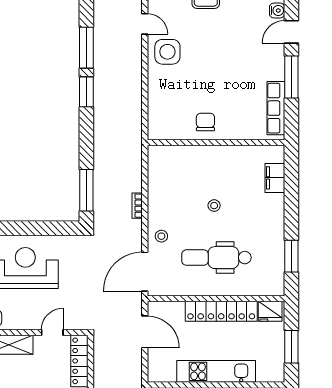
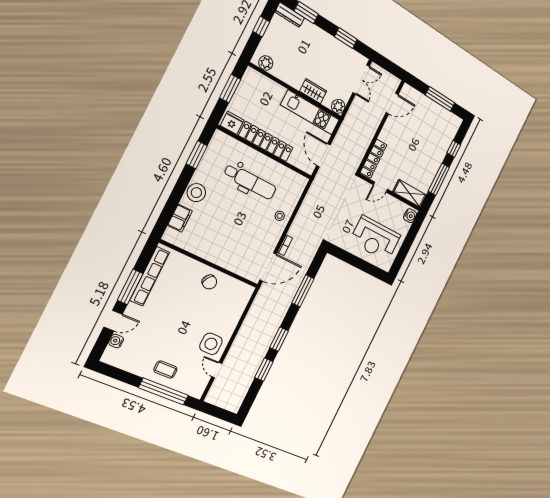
window: (86, 48) -> (264, 370), width x0.69
row of seats: (276, 108) -> (150, 276), width x1.36
chair: (205, 122) -> (209, 282), turned -56
window: (86, 190) -> (303, 291), moved
stool: (214, 206) -> (196, 193), moved, width x1.89, depth x1.89
door: (145, 272) -> (268, 267), moved
kitchen unit: (216, 371) -> (310, 112), moved

